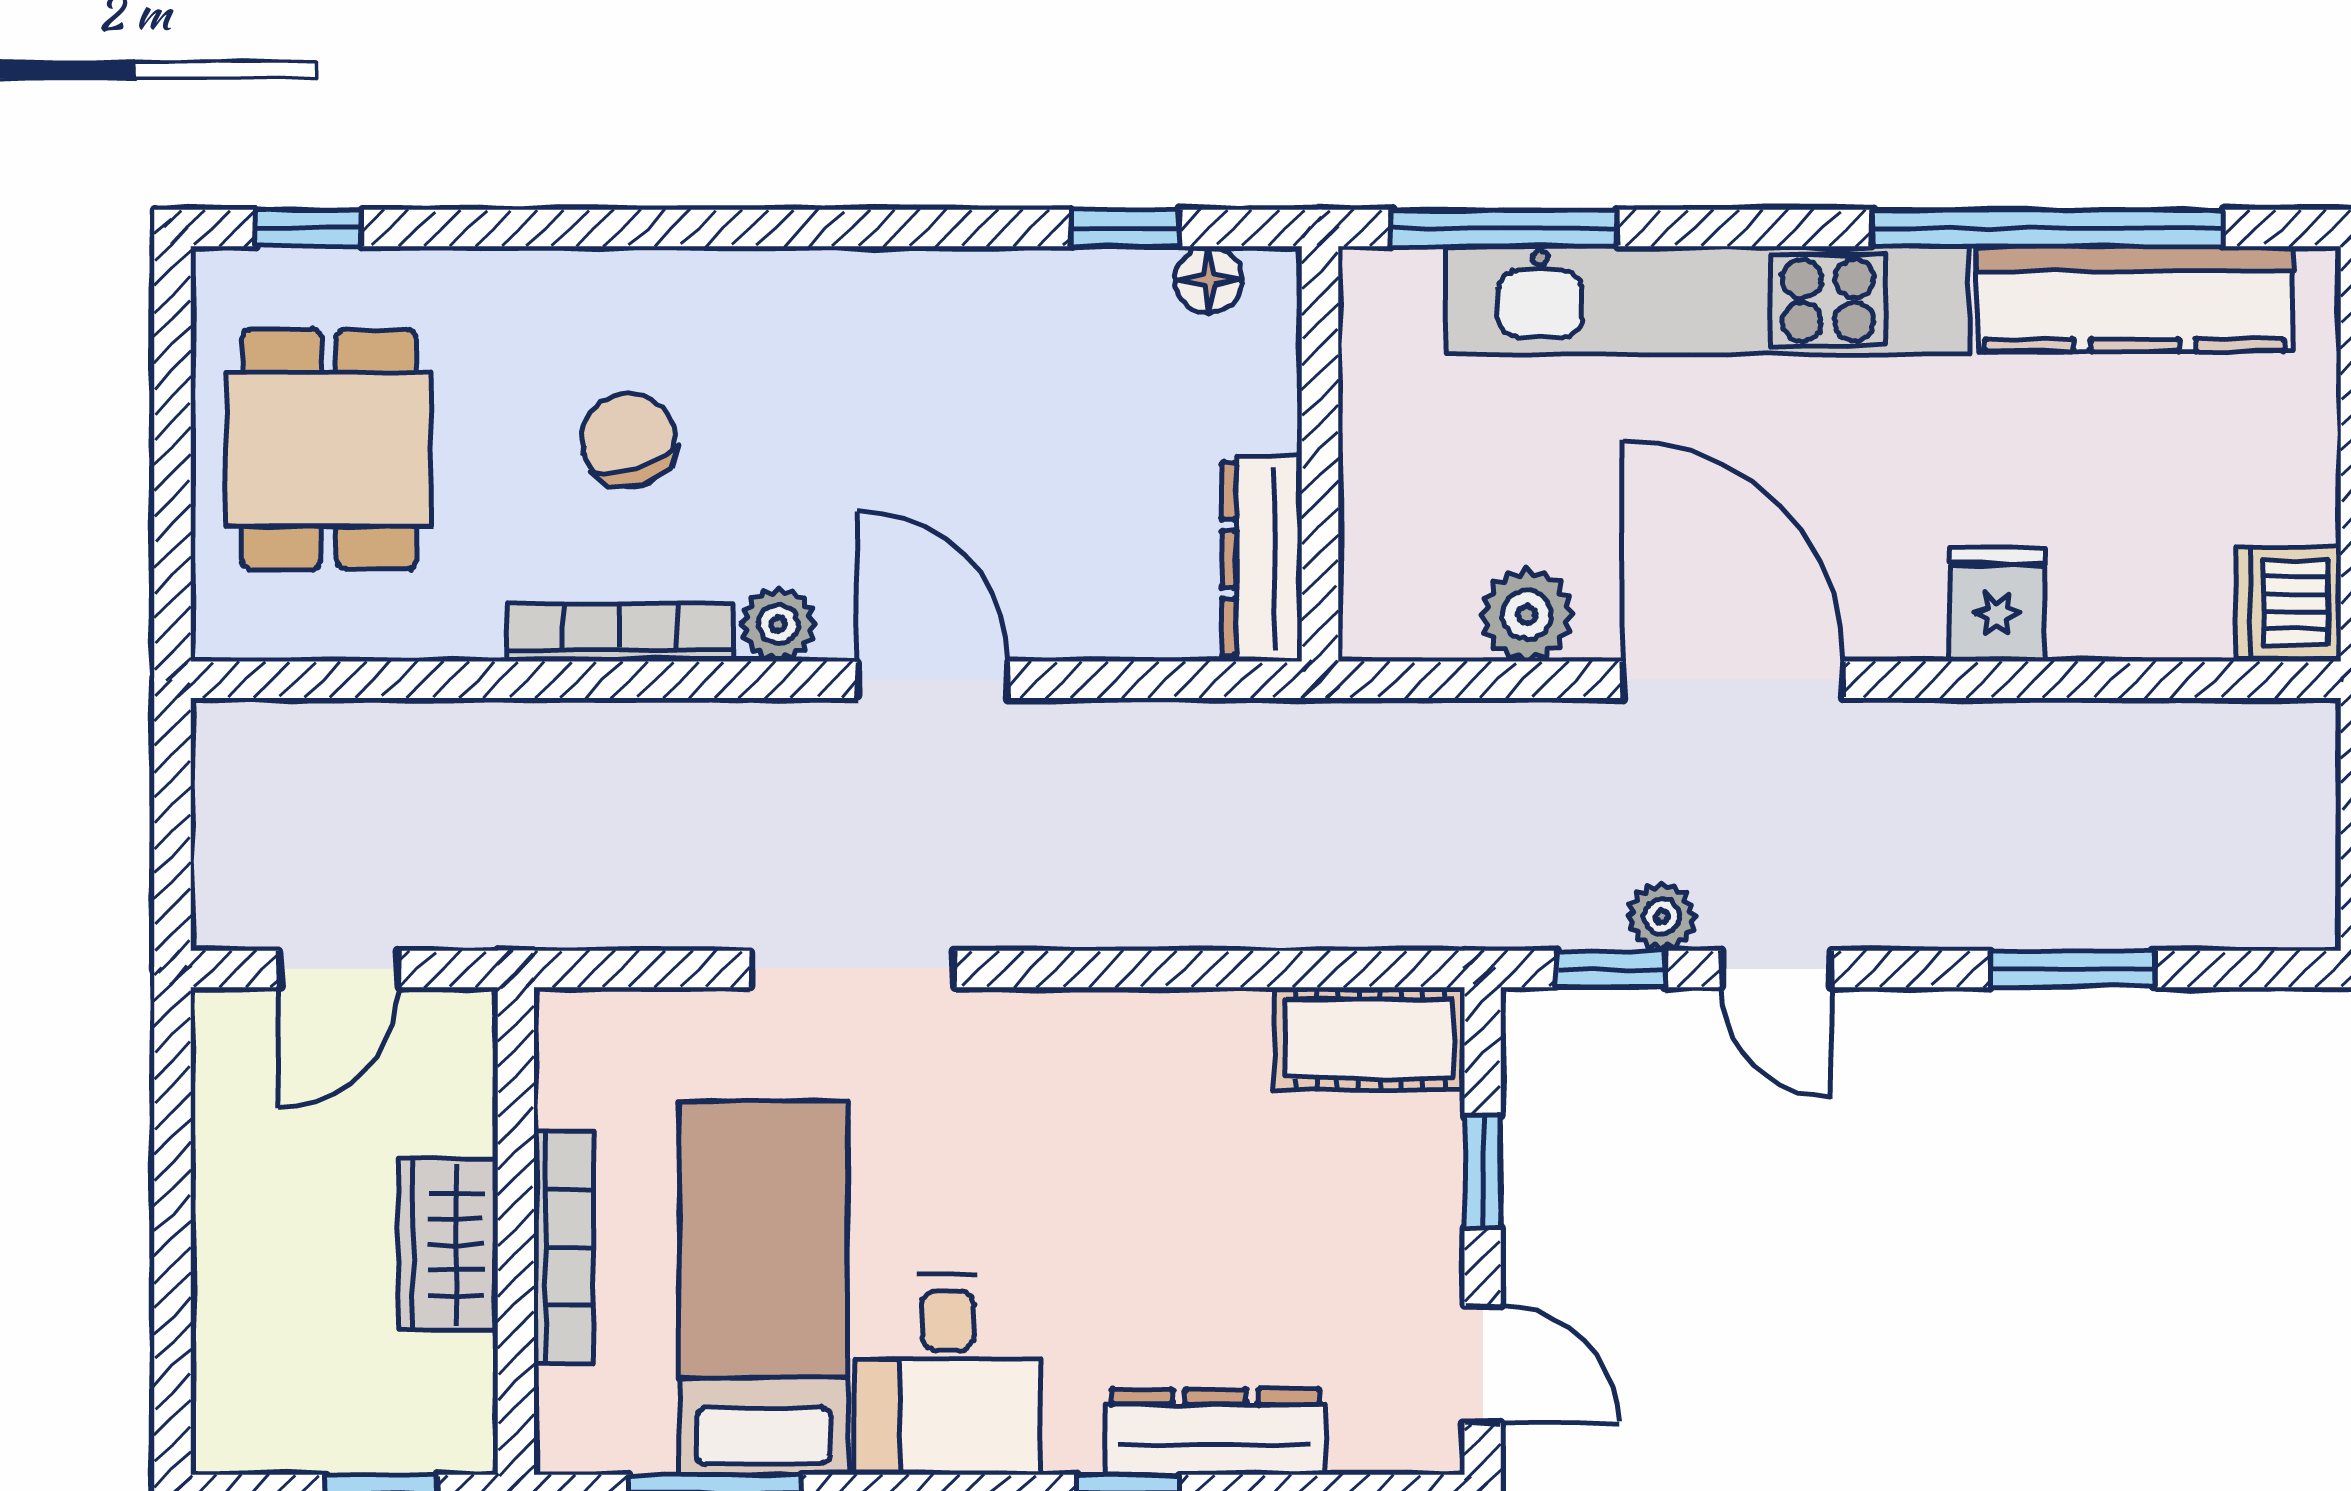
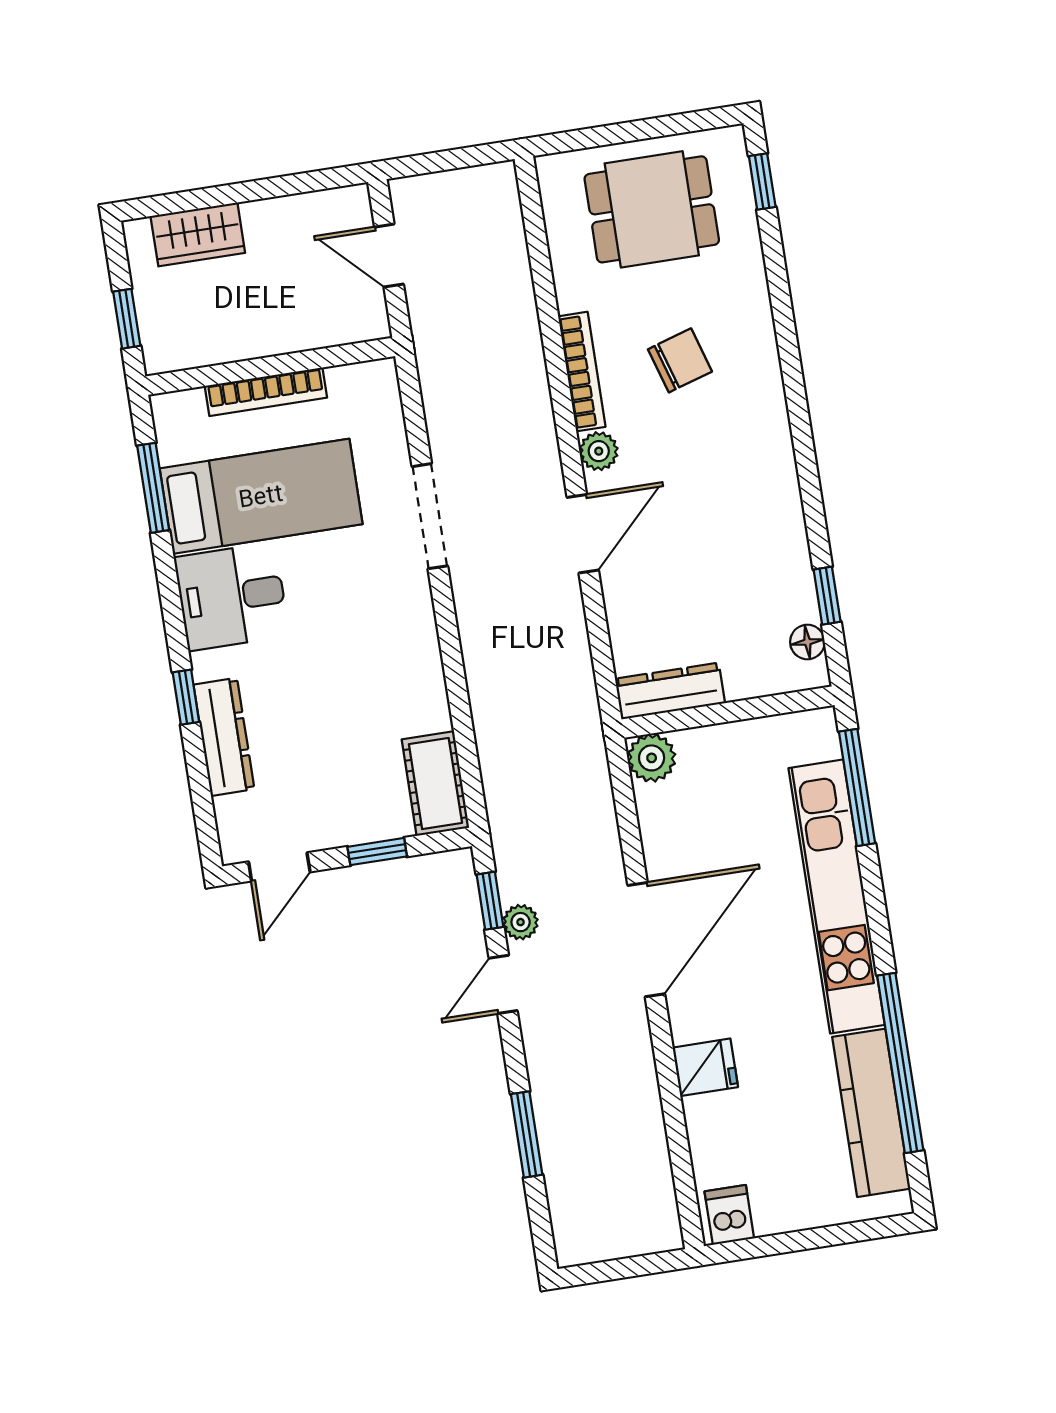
dishwasher: (2288, 603) -> (729, 1215), width x0.73
plant: (1527, 615) -> (652, 758), moved
wardrobe: (448, 1244) -> (198, 234), moved, turned 180

